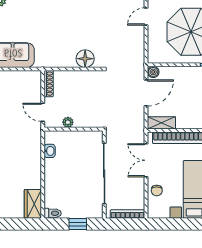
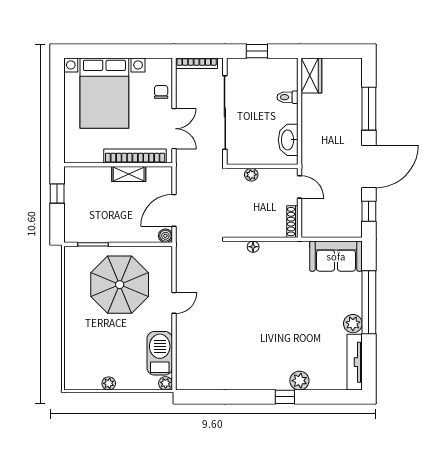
floor lamp: (85, 59) -> (253, 247), width x0.53, depth x0.53
plant: (68, 122) -> (251, 175), moved
shelving: (161, 123) -> (129, 174), moved
washbasin: (50, 151) -> (288, 140), width x1.91, depth x1.45
toilet: (53, 213) -> (287, 97), moved

